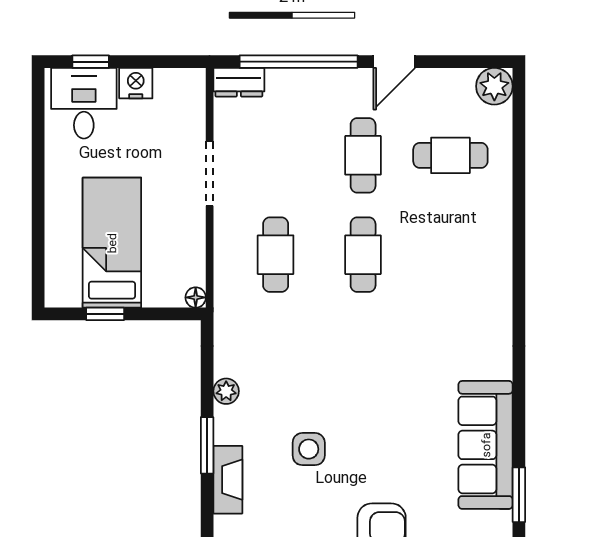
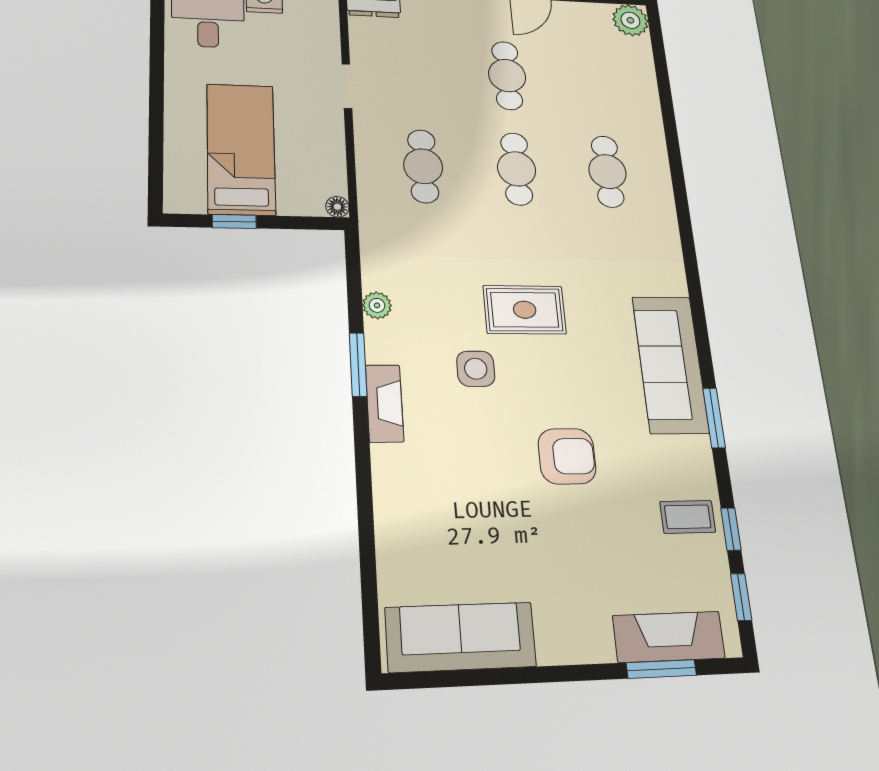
cafe table: (450, 155) -> (608, 171), moved, turned 90
doorway: (210, 174) -> (347, 86), width x0.73
rug: (357, 394) -> (525, 310), added

